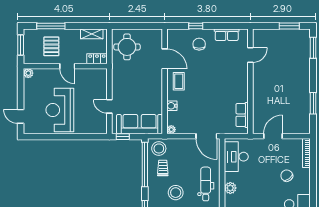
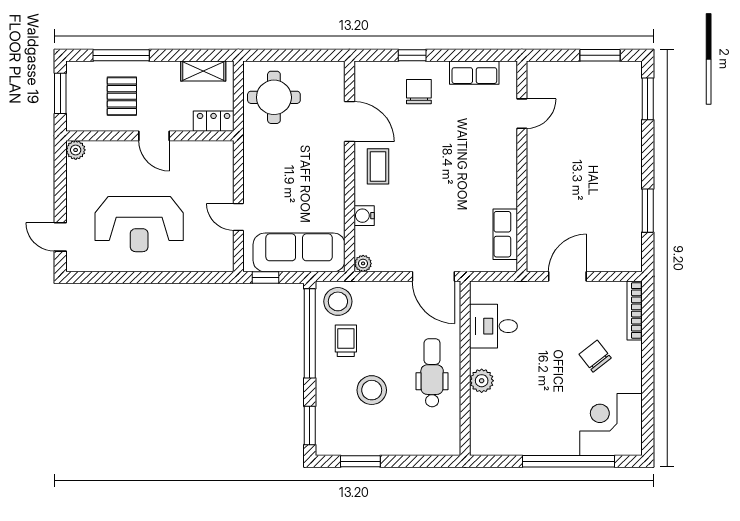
reception desk: (60, 110) -> (139, 224), turned -90
desk: (236, 157) -> (493, 326), width x0.73

